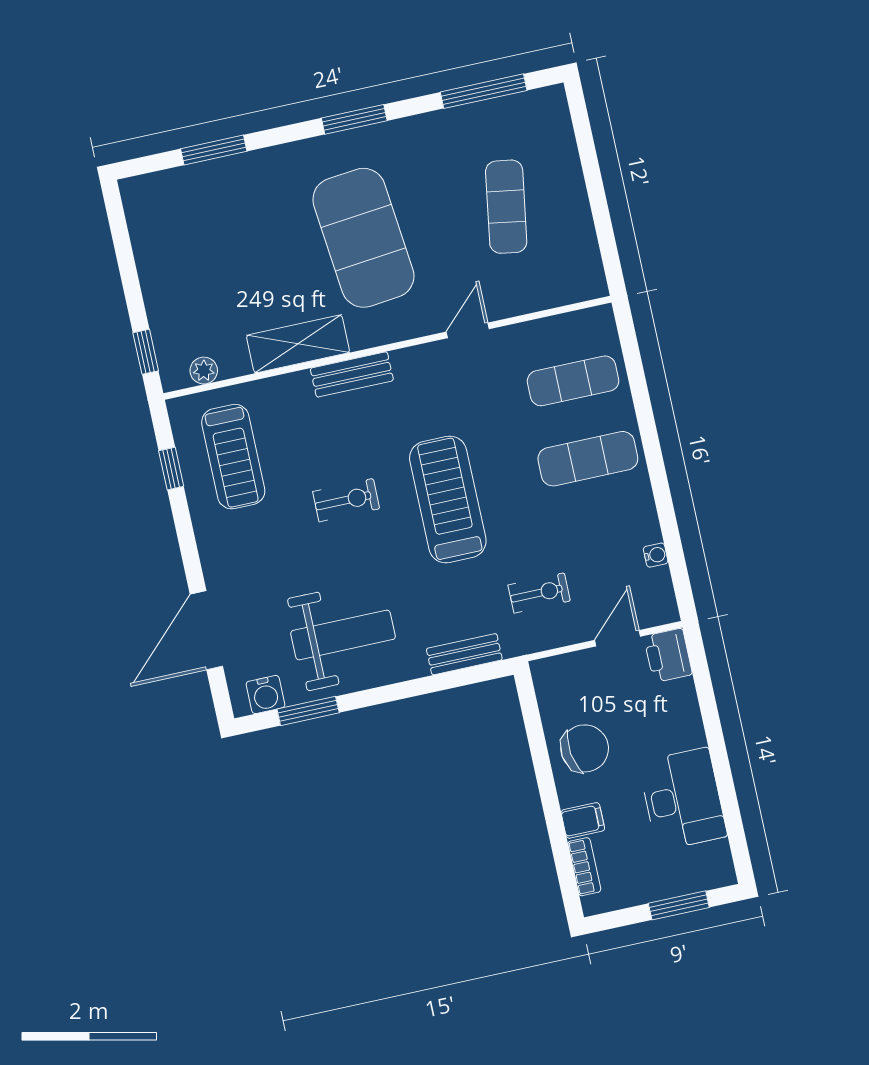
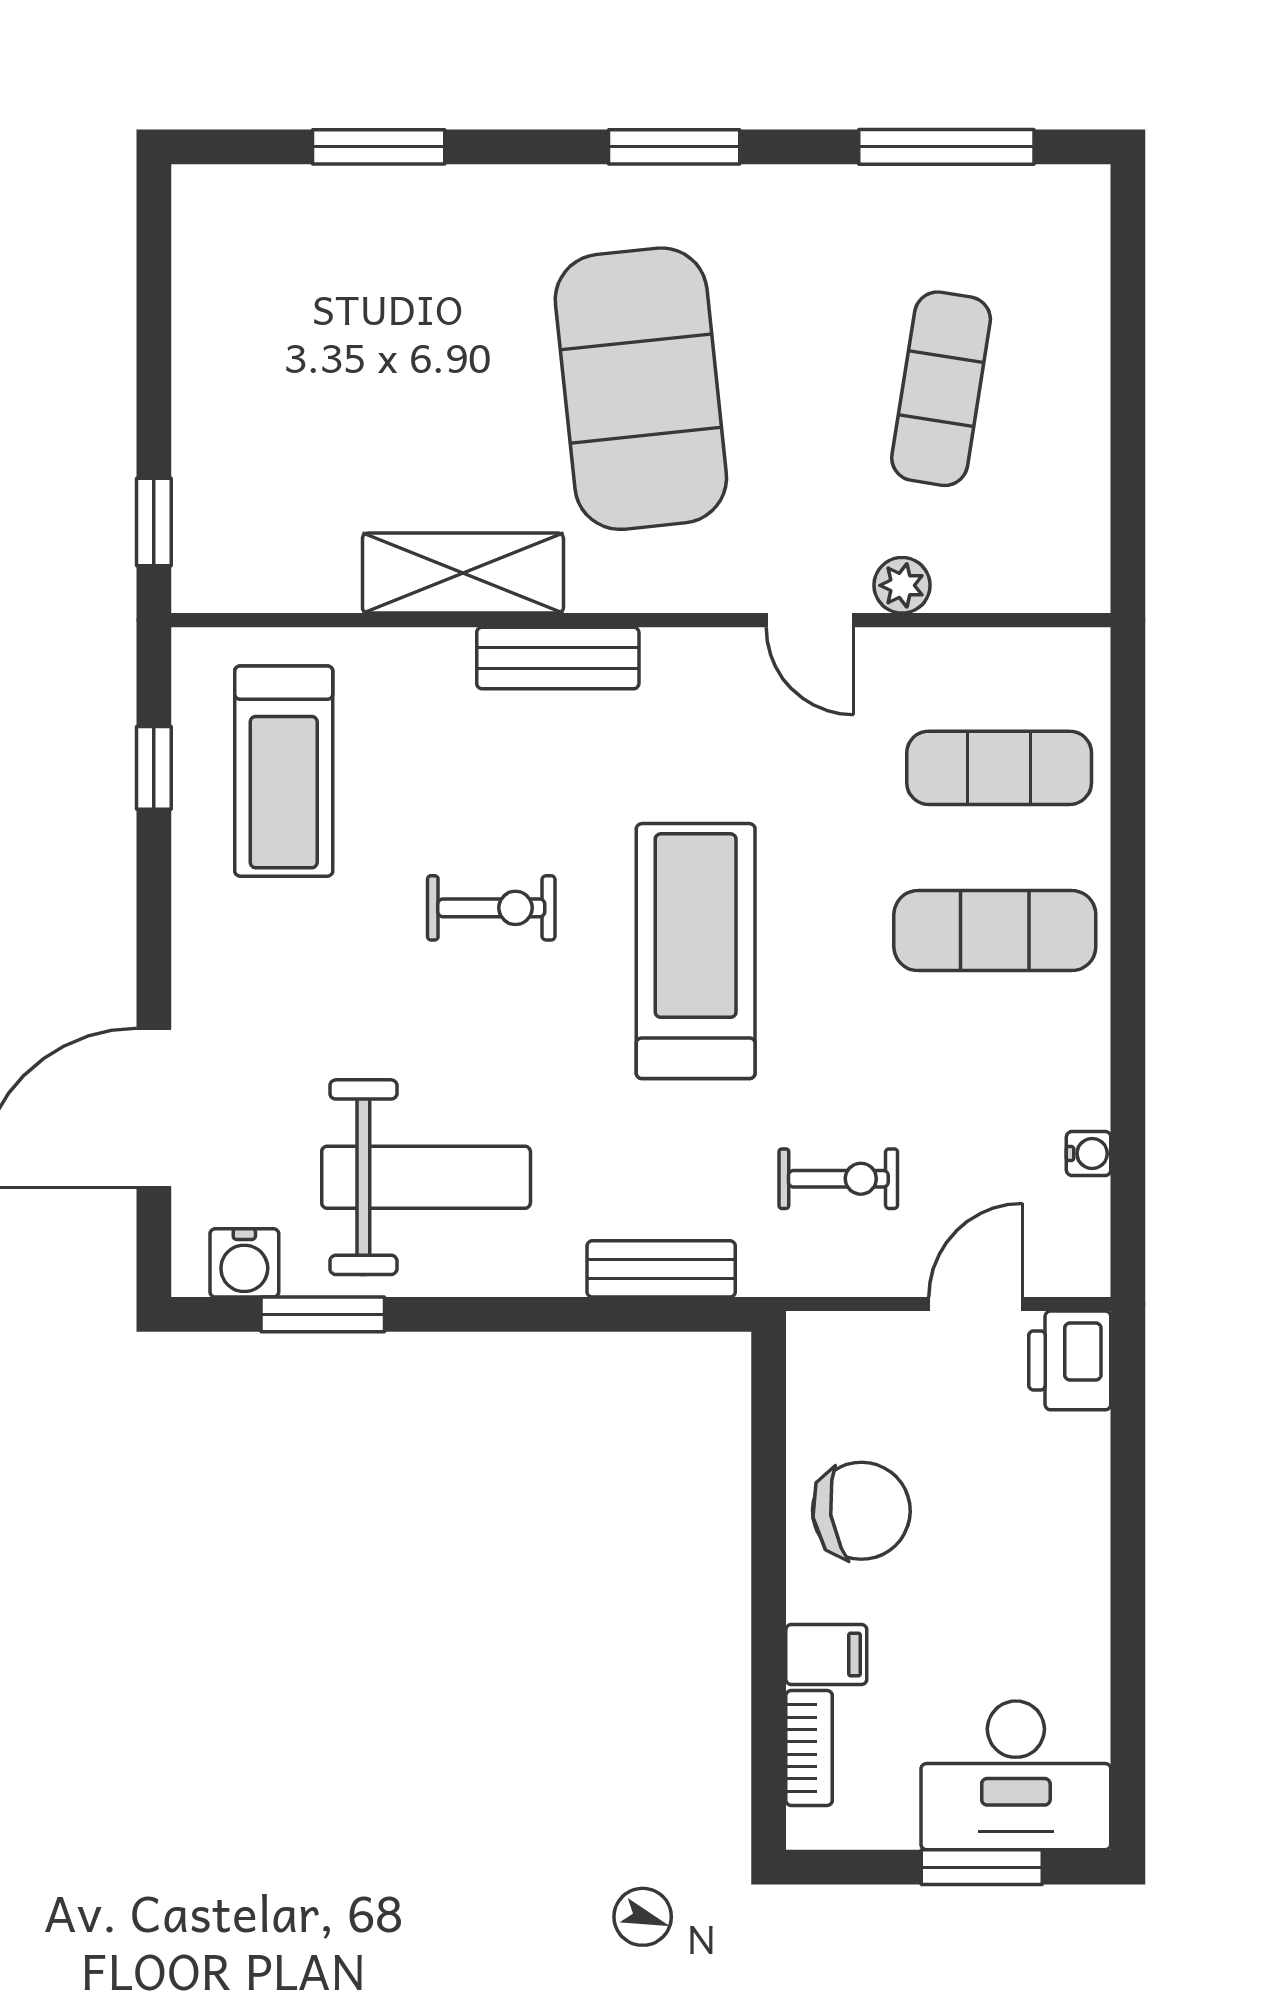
door: (468, 330) -> (810, 620), swing flipped
plant: (204, 371) -> (902, 585), moved
desk: (683, 799) -> (1016, 1775), moved, turned 90

